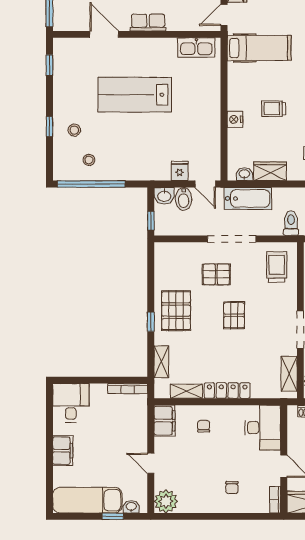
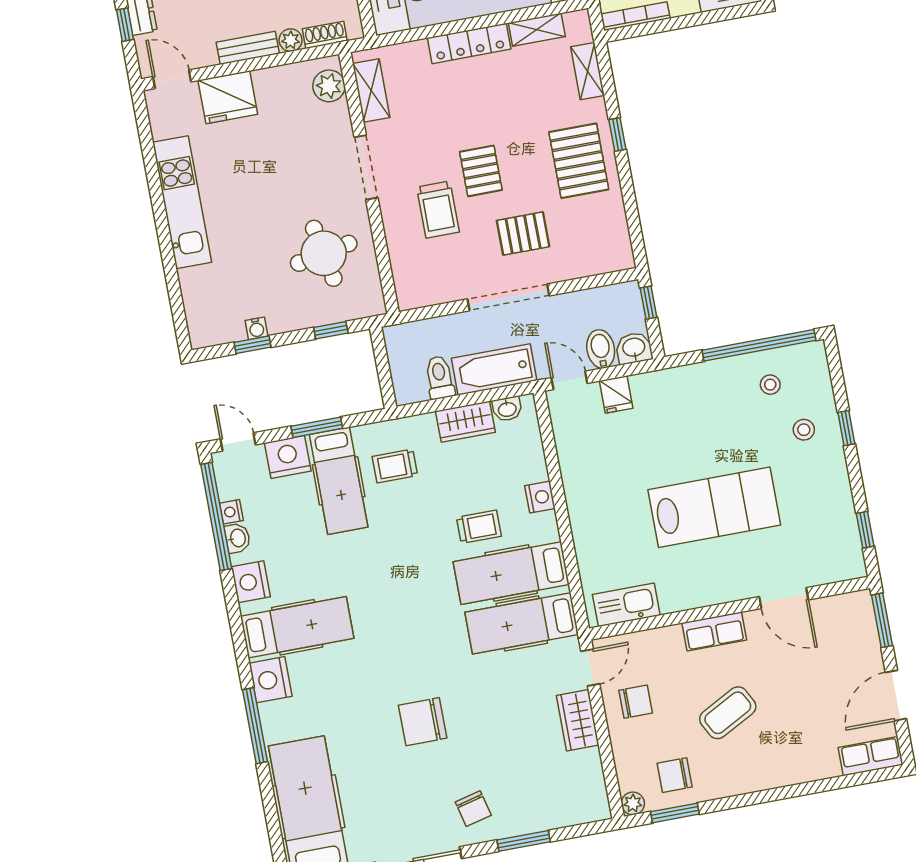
hospital bed: (260, 78) -> (511, 573), added
toilet: (291, 223) -> (440, 377), moved, turned 180
trolley: (277, 267) -> (438, 210), moved

